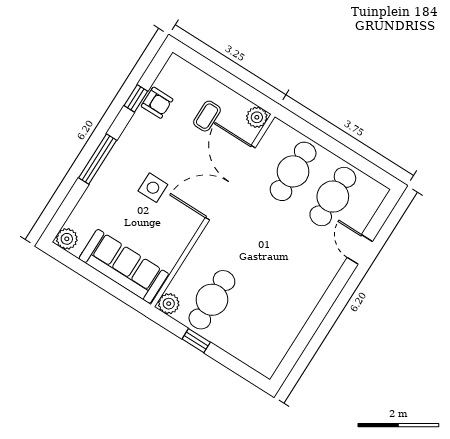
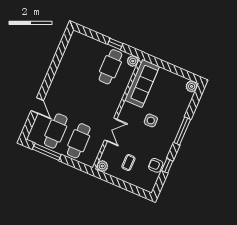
window: (356, 160) -> (47, 152), added
double door: (230, 183) -> (111, 130), width x0.54
sofa: (124, 266) -> (142, 83), moved, turned -90

